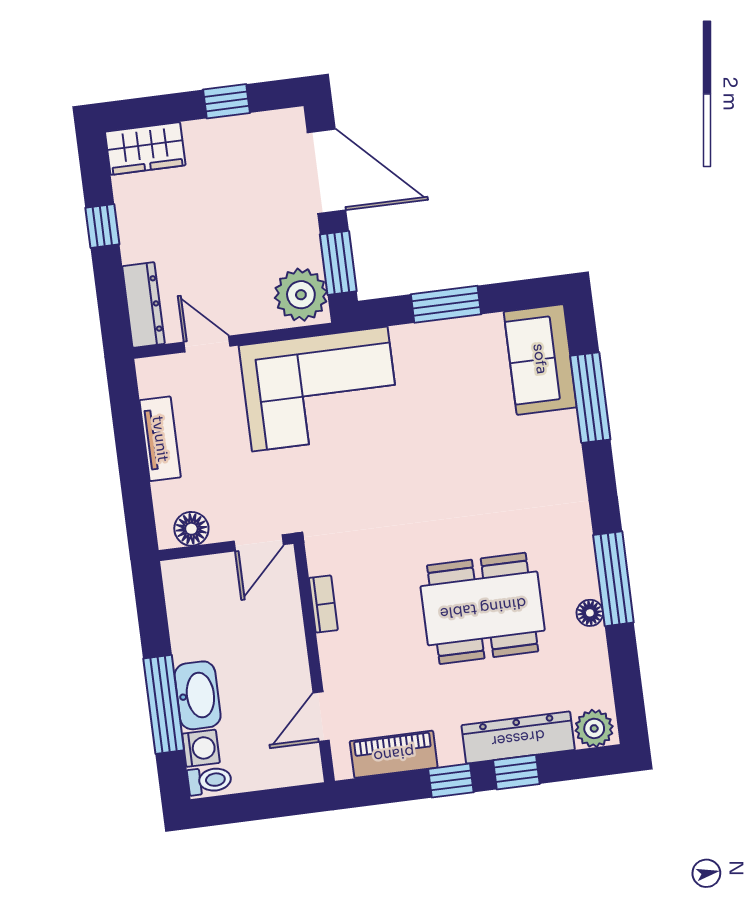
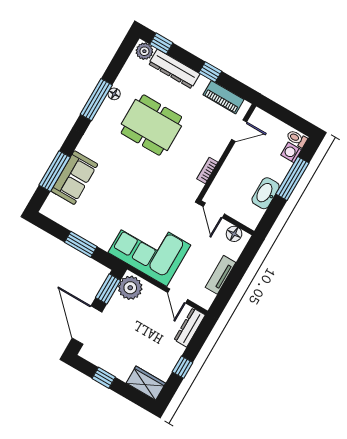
sofa: (540, 359) -> (74, 178), moved
door: (259, 543) -> (214, 210), swing flipped
washbasin: (198, 695) -> (266, 193), moved
window: (516, 772) -> (161, 44), moved

